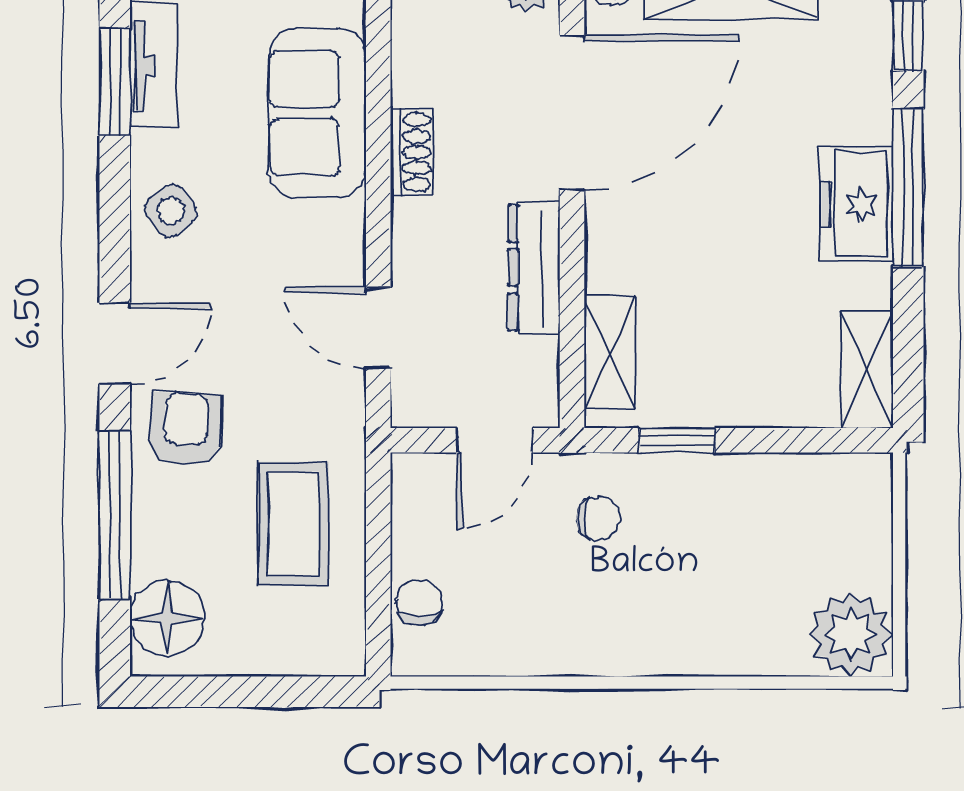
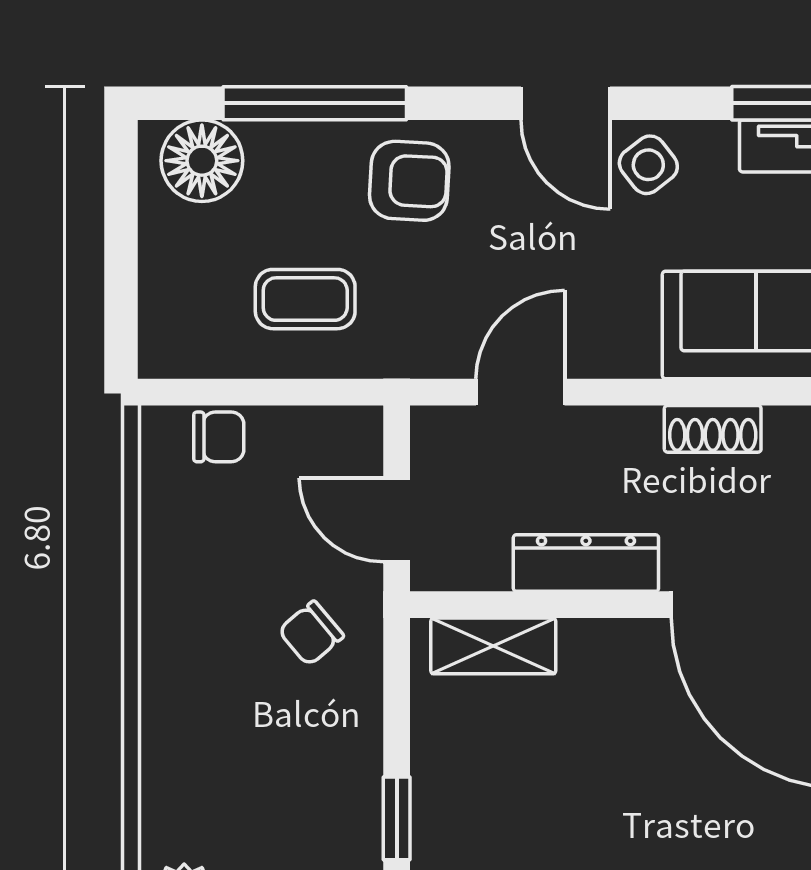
door: (115, 344) -> (566, 103), moved
window: (677, 440) -> (397, 818), moved
chair: (598, 518) -> (311, 633), turned 50
coffee table: (293, 524) -> (305, 299), width x0.73, depth x0.77

